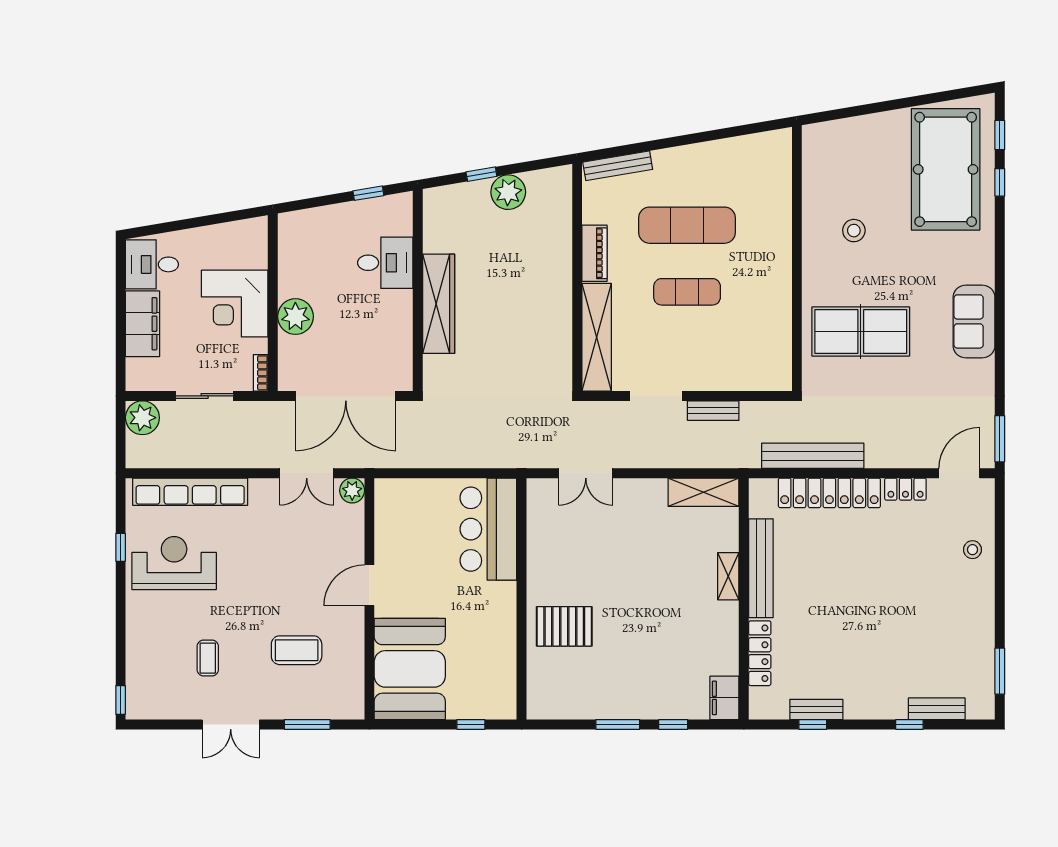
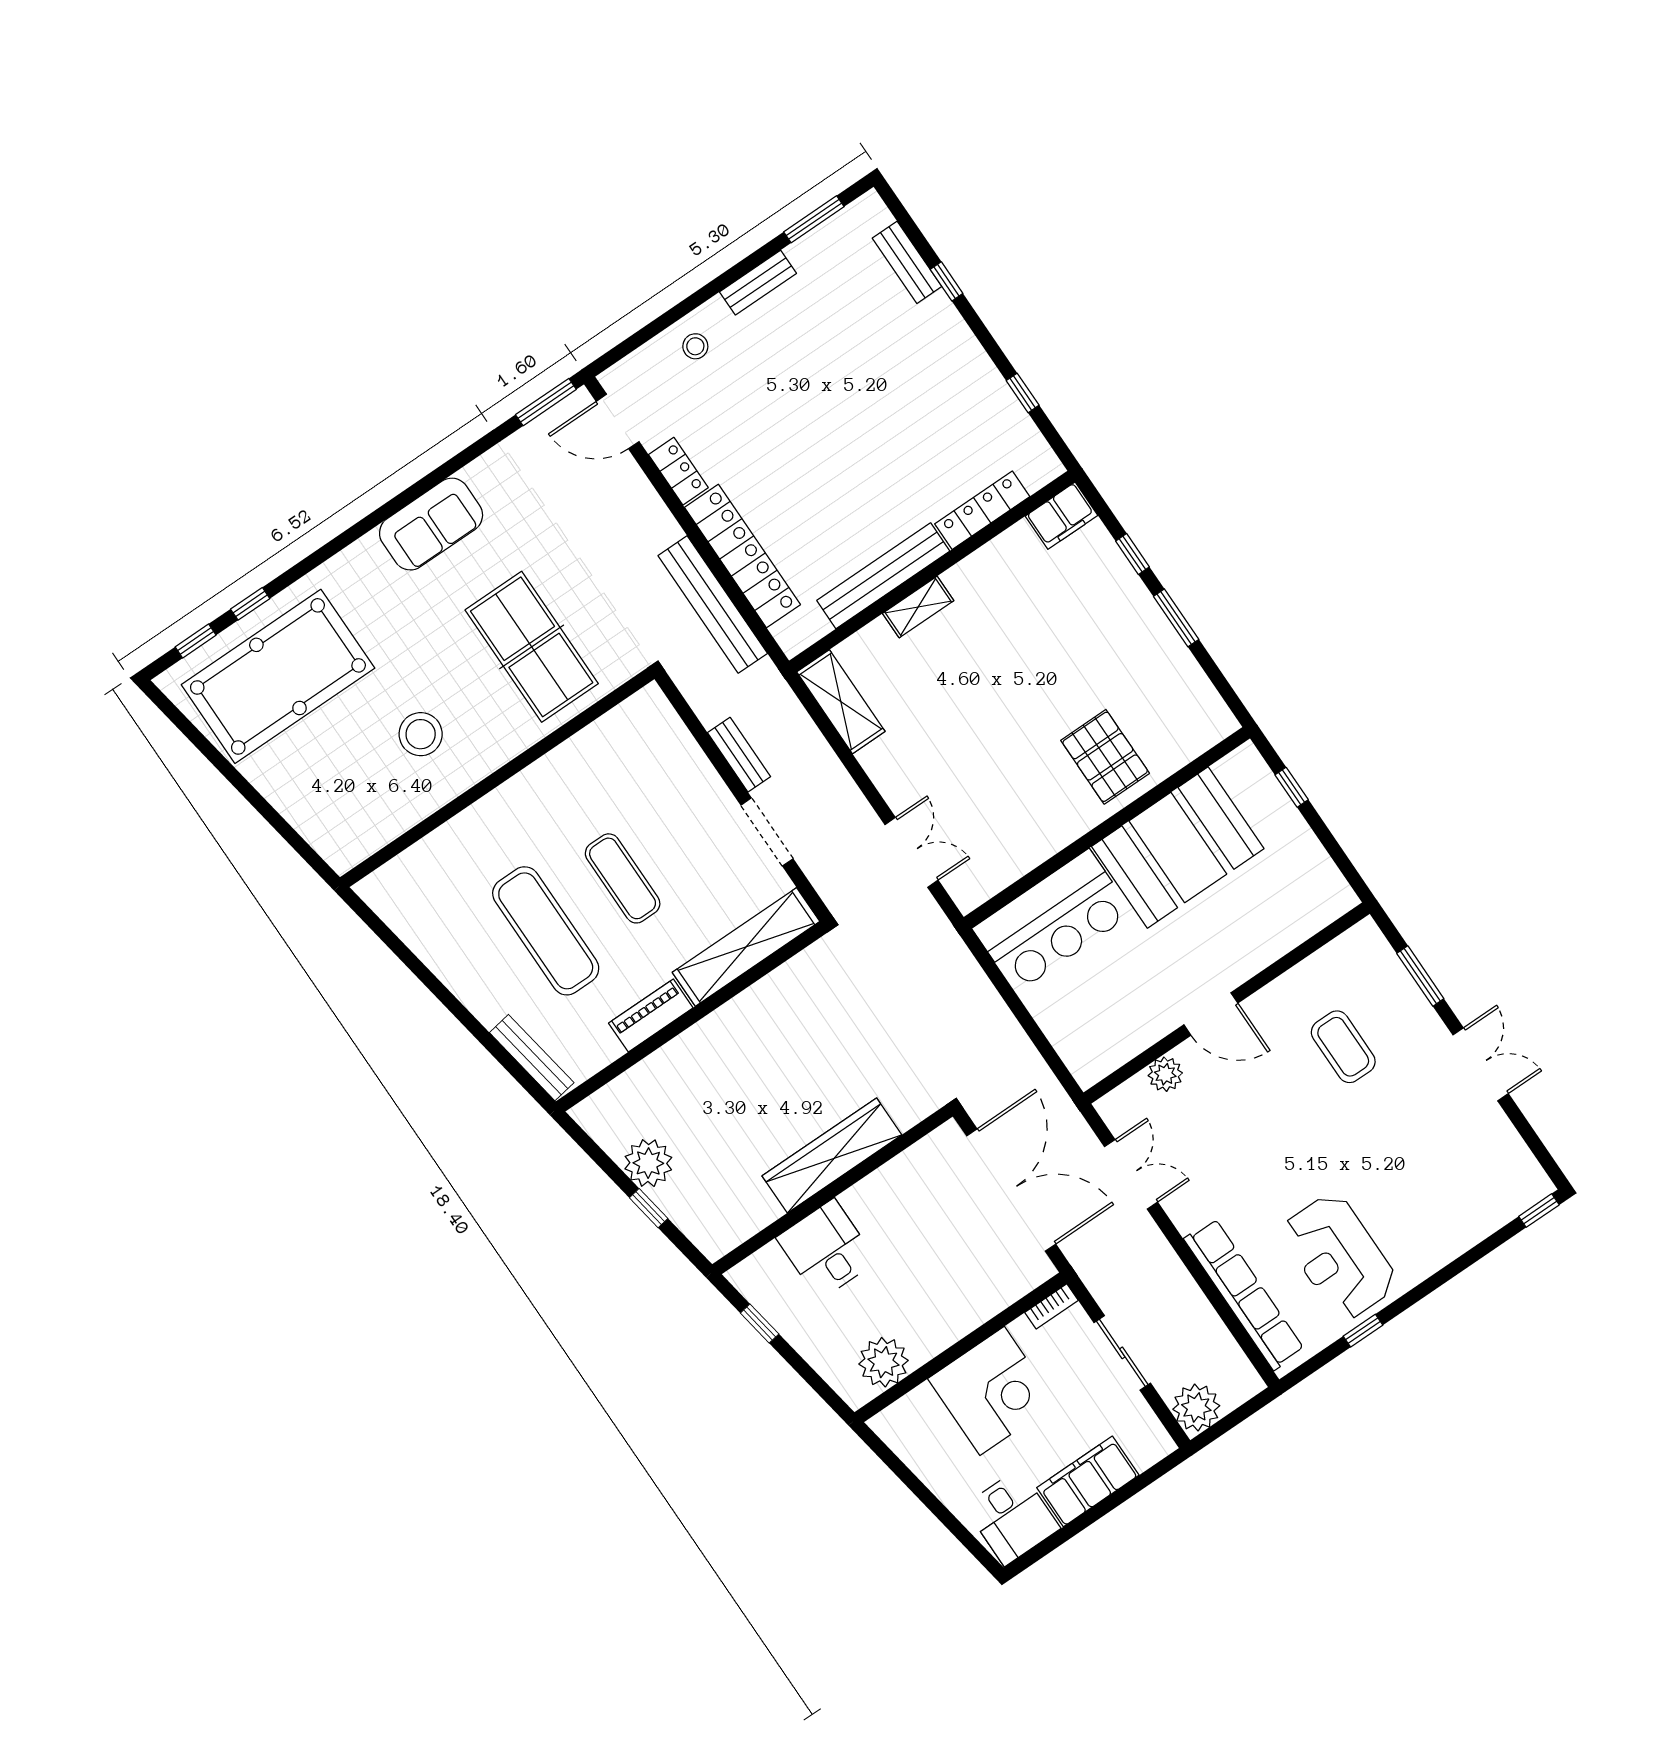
stool: (854, 231) -> (421, 734), width x1.38, depth x1.38
plant: (295, 317) -> (884, 1362), moved
plant: (352, 491) -> (1165, 1074), moved
coffee table: (208, 658) -> (1422, 1143), removed
booth: (410, 669) -> (1178, 847), moved
bench: (816, 709) -> (758, 283), moved, turned 90

